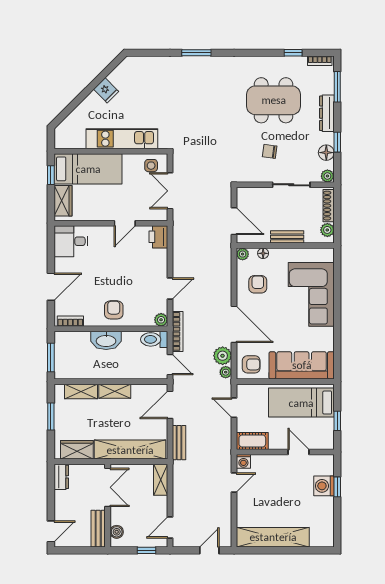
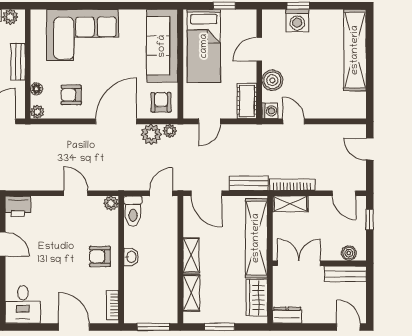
bookcase: (178, 331) -> (292, 185), moved
washbasin: (106, 340) -> (131, 257), width x0.52, depth x0.69
boiler: (271, 464) -> (272, 80), added
shelving: (273, 537) -> (355, 50), moved

